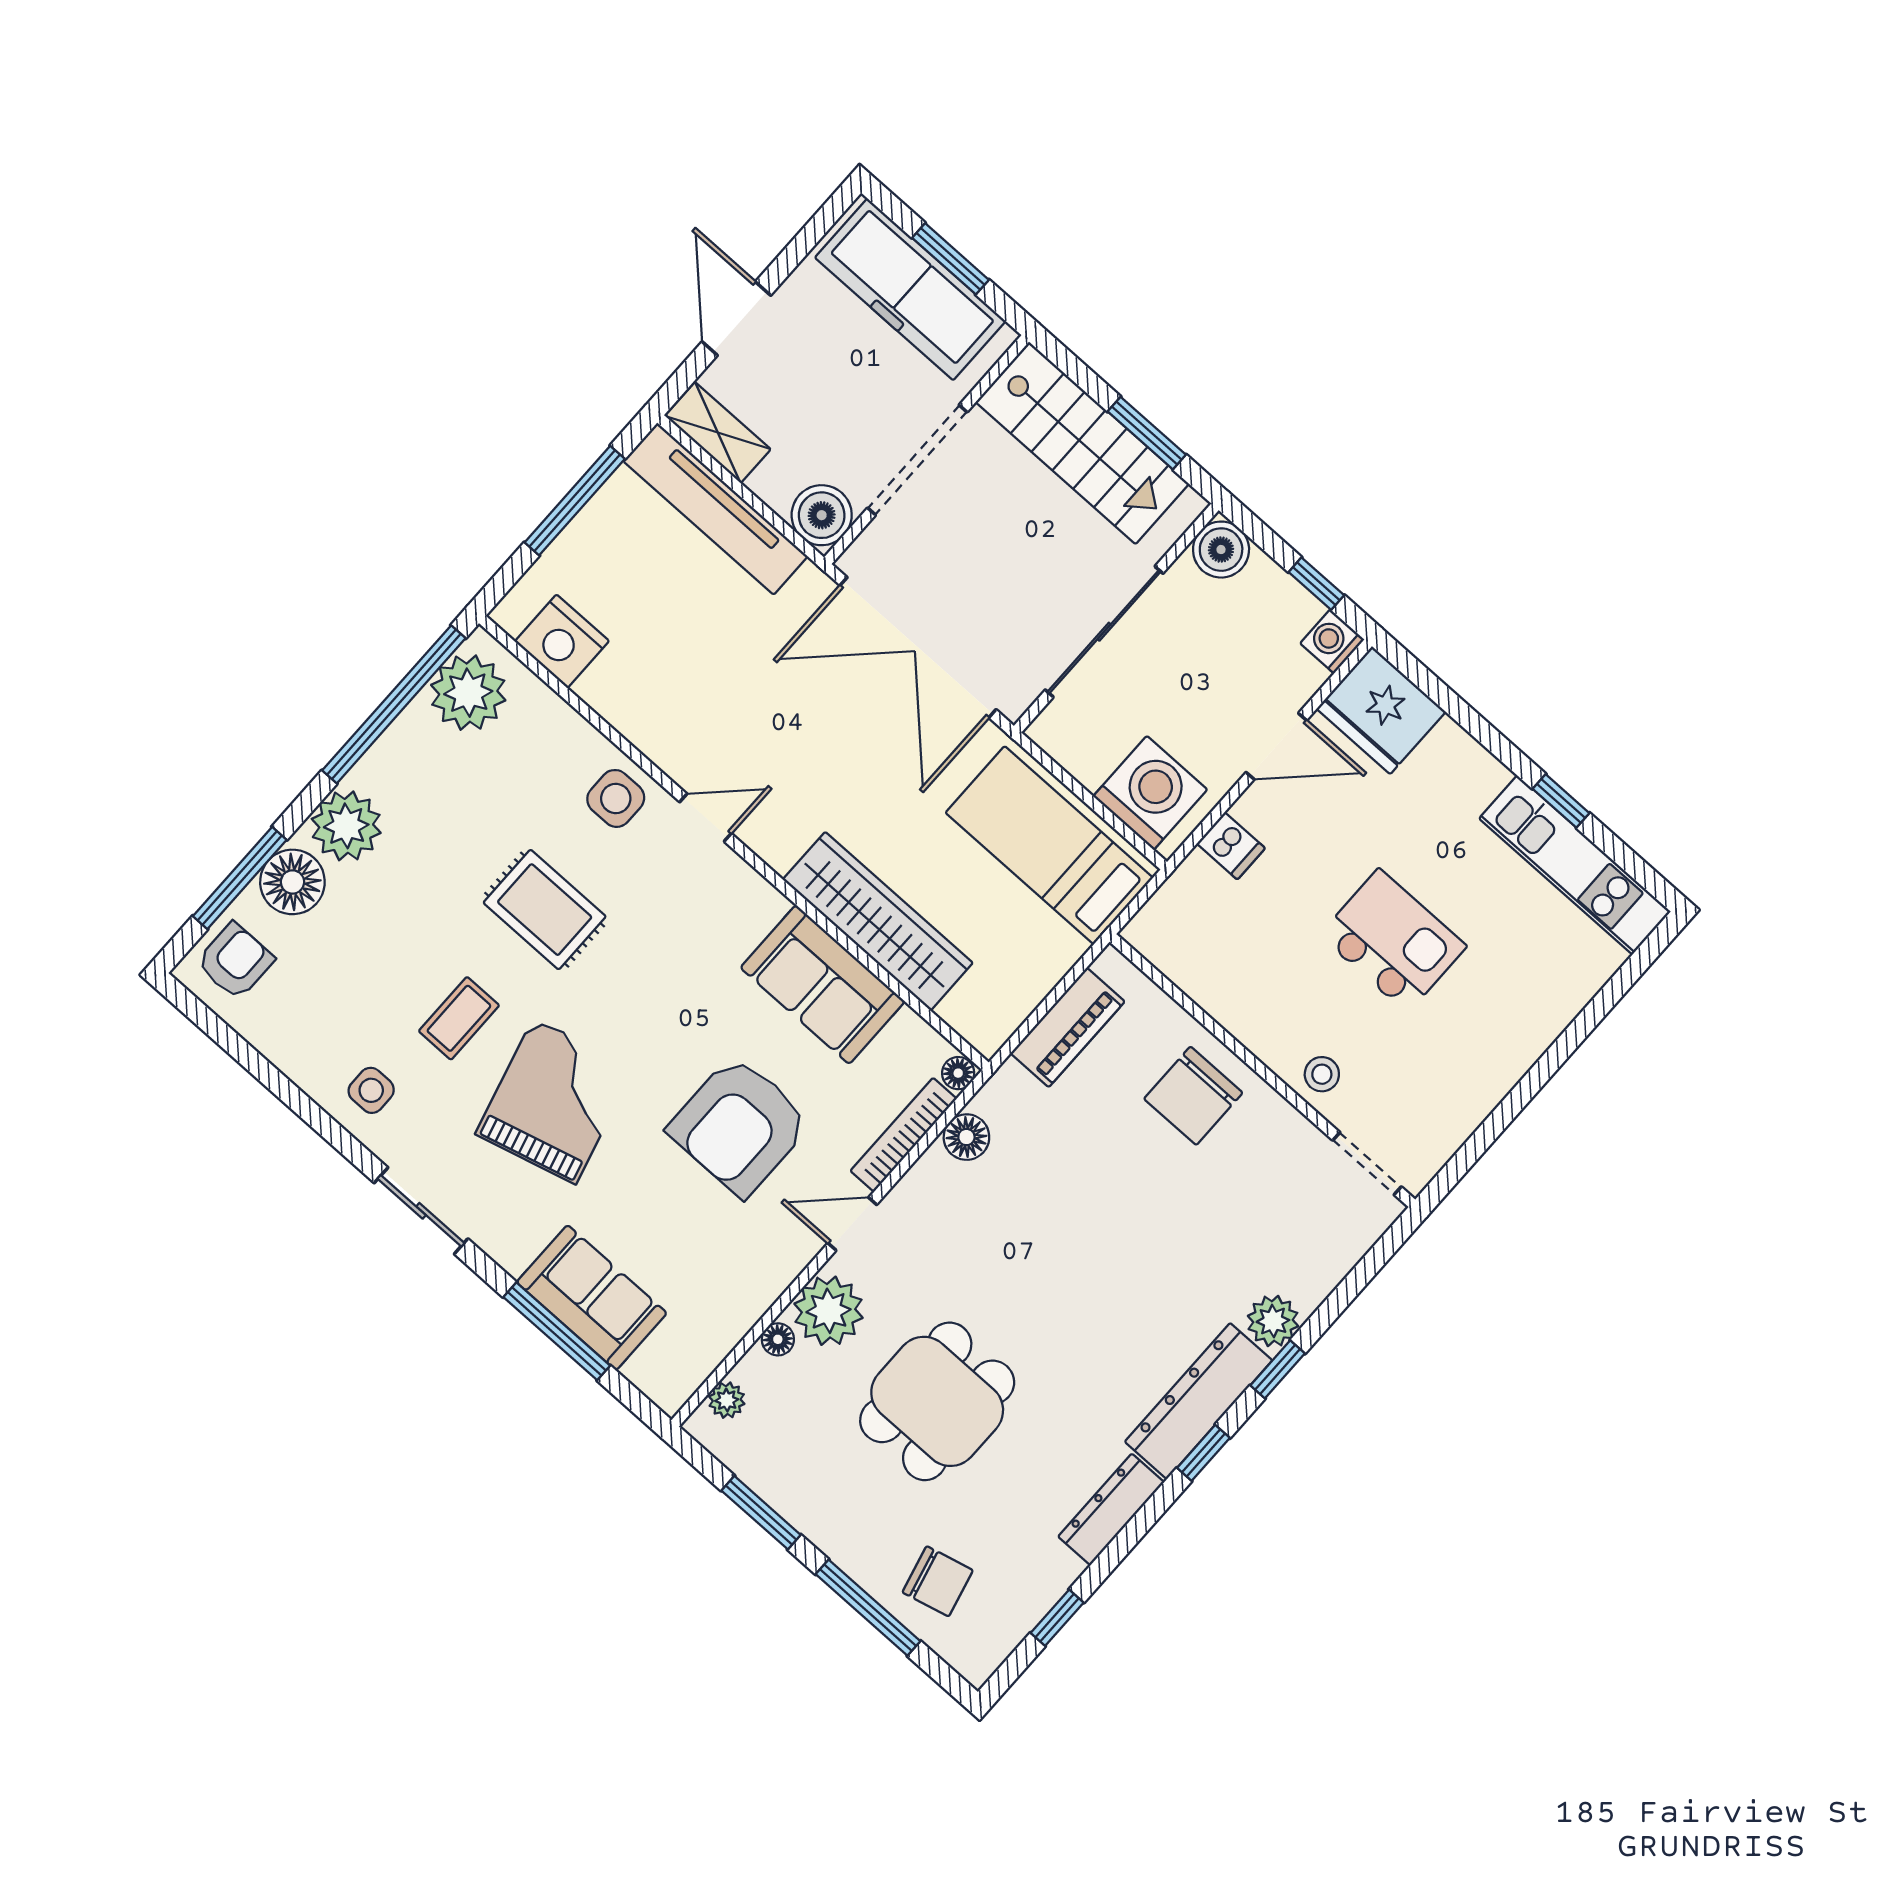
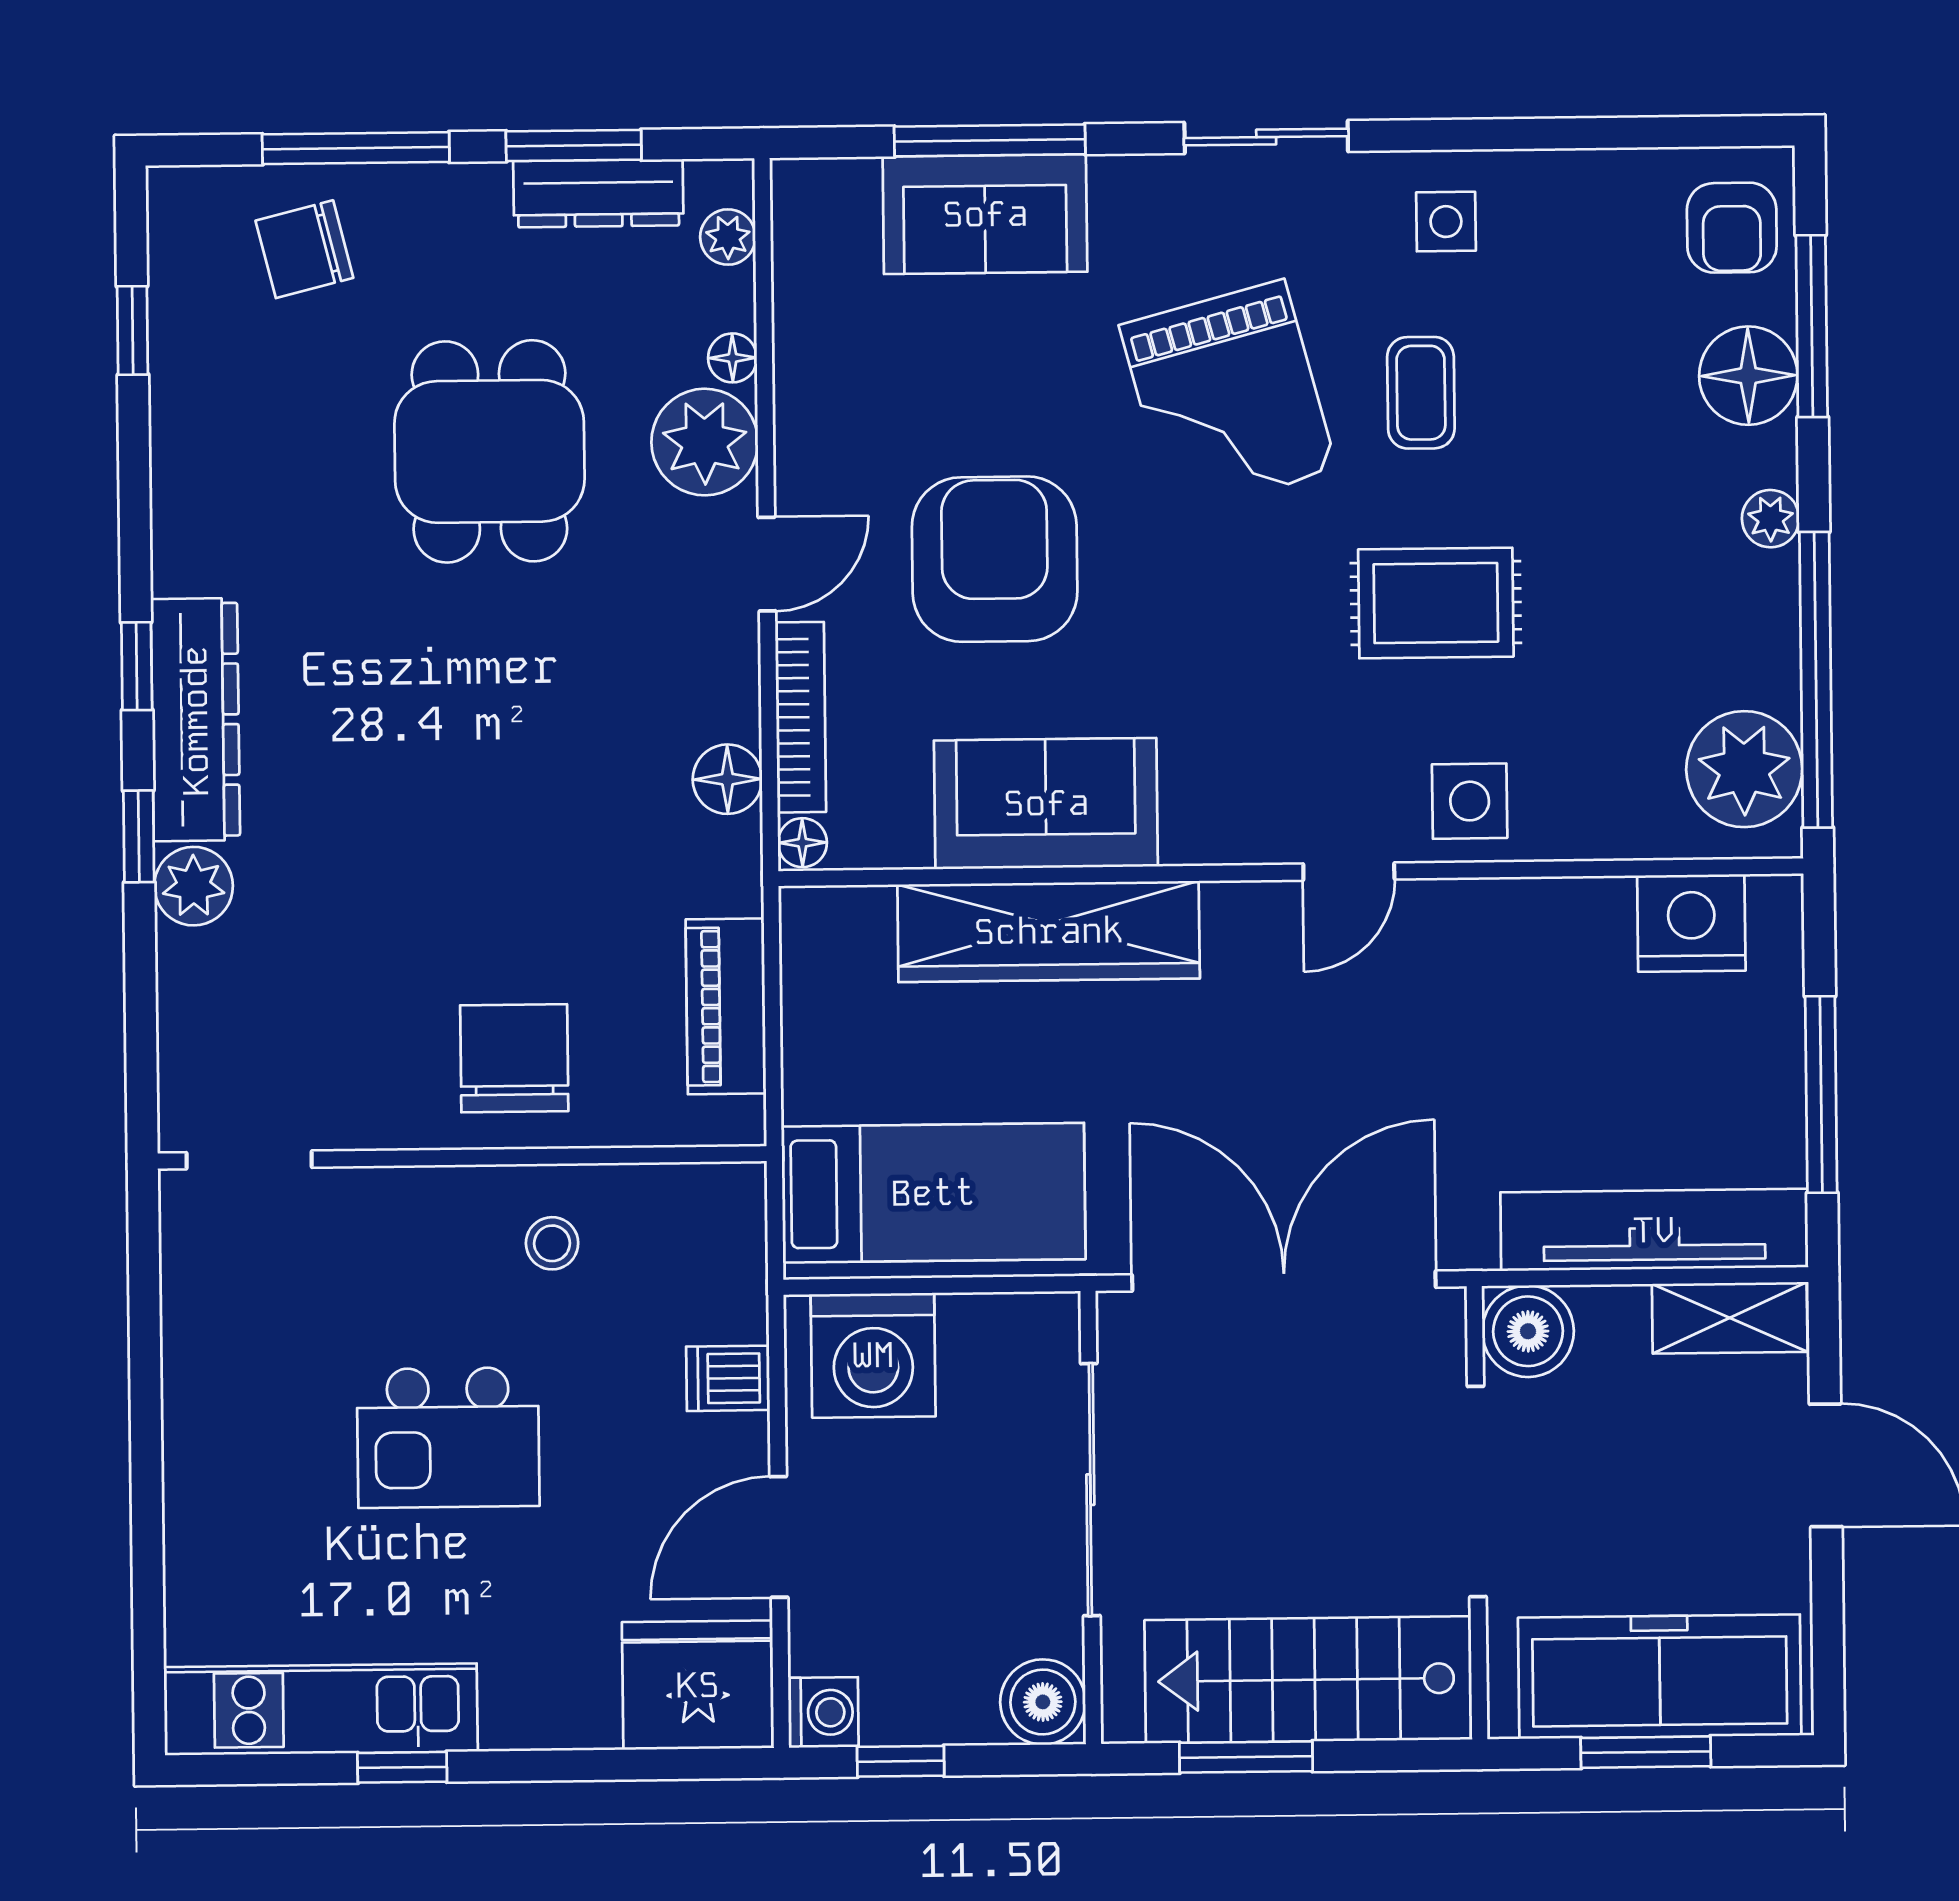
plant: (346, 826) -> (1771, 519), width x0.53, depth x0.53
stool: (1322, 1074) -> (552, 1243), moved
dresser: (1111, 1509) -> (598, 193), moved, turned 90

